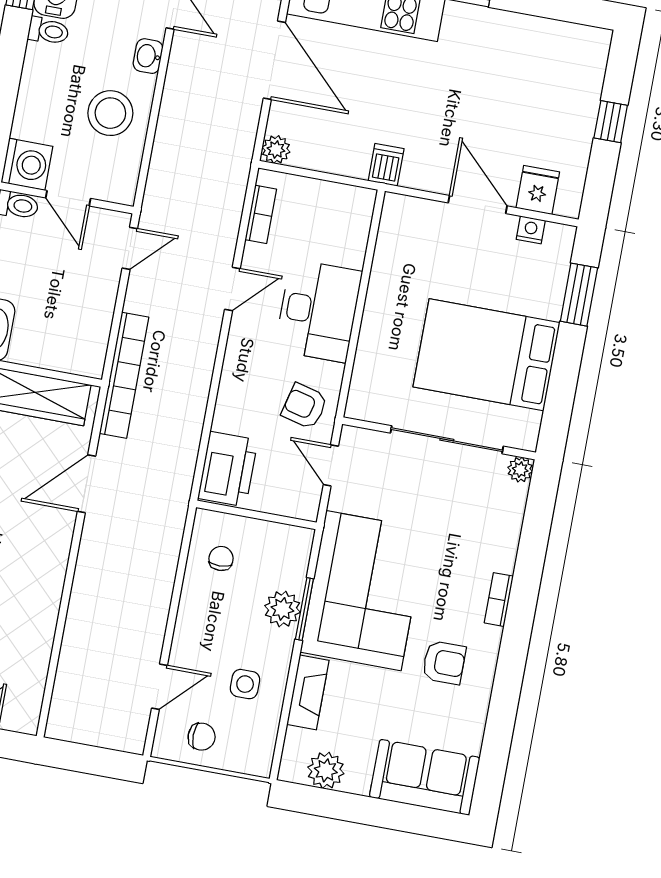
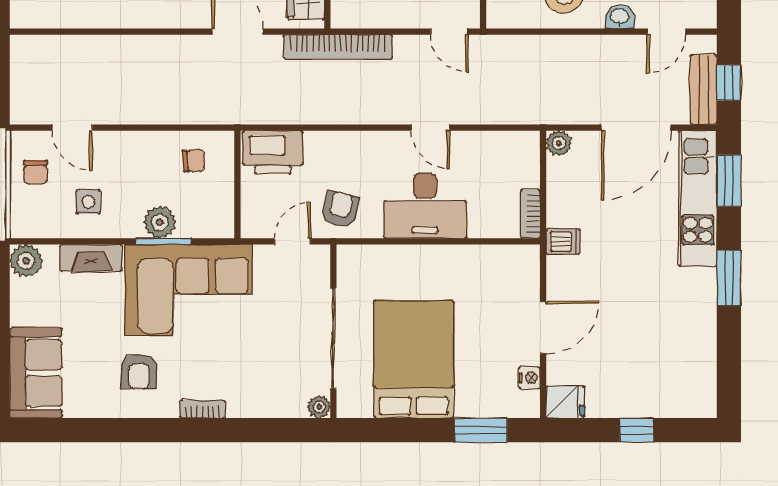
fridge: (538, 190) -> (565, 402), moved
bookcase: (261, 214) -> (530, 214), moved, turned 90
plant: (326, 770) -> (26, 261), moved

